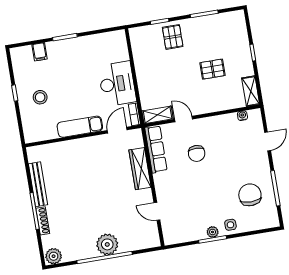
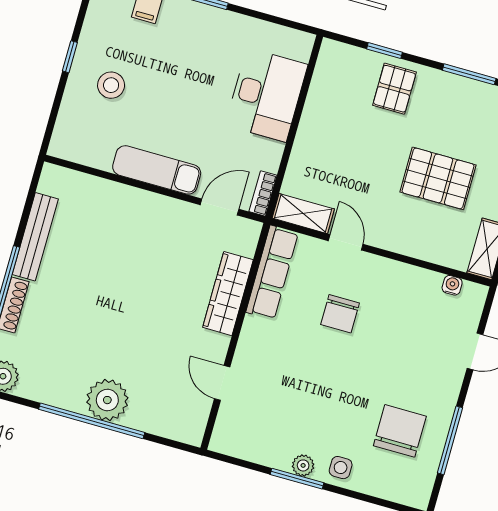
pallet: (212, 69) -> (438, 178), width x1.50, depth x1.42
desk: (117, 84) -> (266, 95), moved

